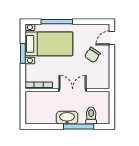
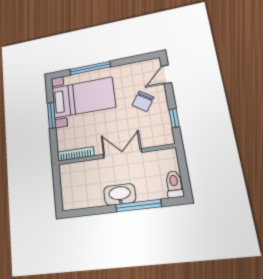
window: (112, 71) -> (174, 118), added
toilet: (91, 116) -> (174, 184), moved

